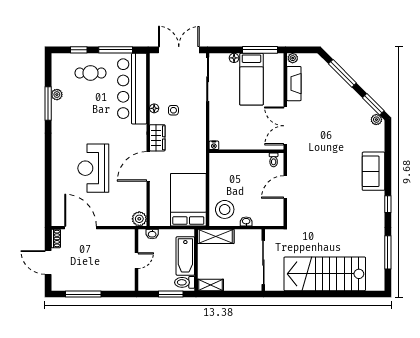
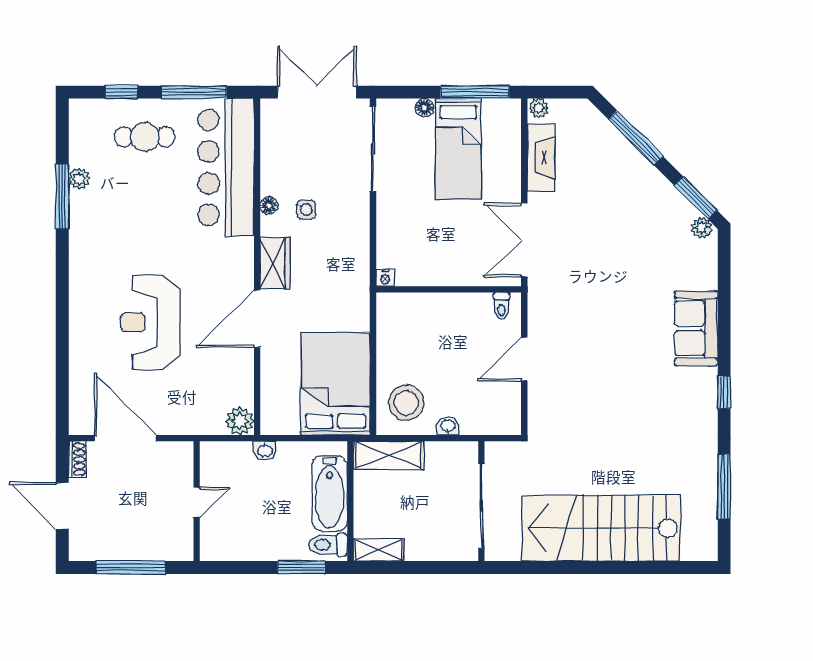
wall: (136, 260) -> (197, 501), moved
door: (136, 261) -> (197, 502), moved

